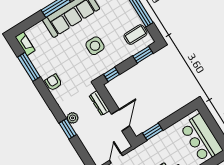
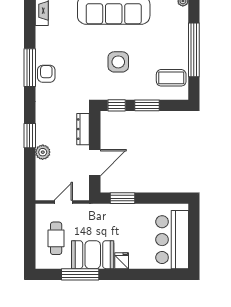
window: (143, 55) -> (147, 105), moved
window: (29, 67) -> (30, 68), moved
plant: (73, 118) -> (43, 152), moved

